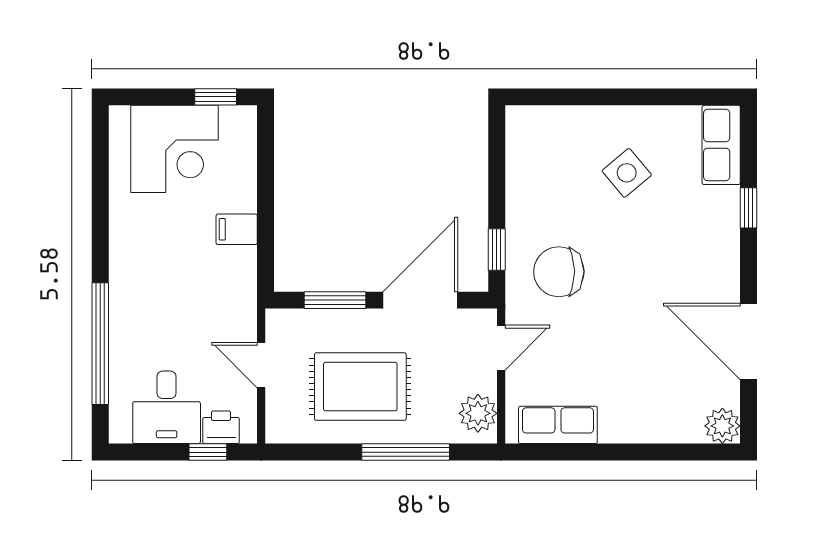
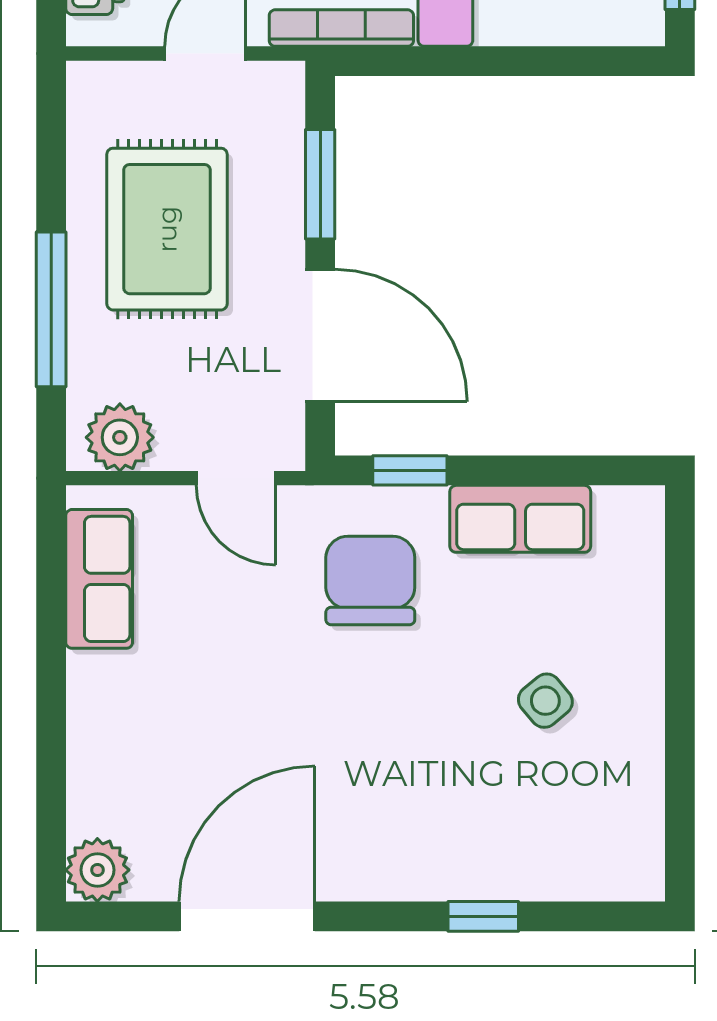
row of seats: (721, 145) -> (520, 519), moved, turned 180
side table: (627, 173) -> (545, 701), width x0.73, depth x0.73
bookcase: (247, 288) -> (341, 28), added

